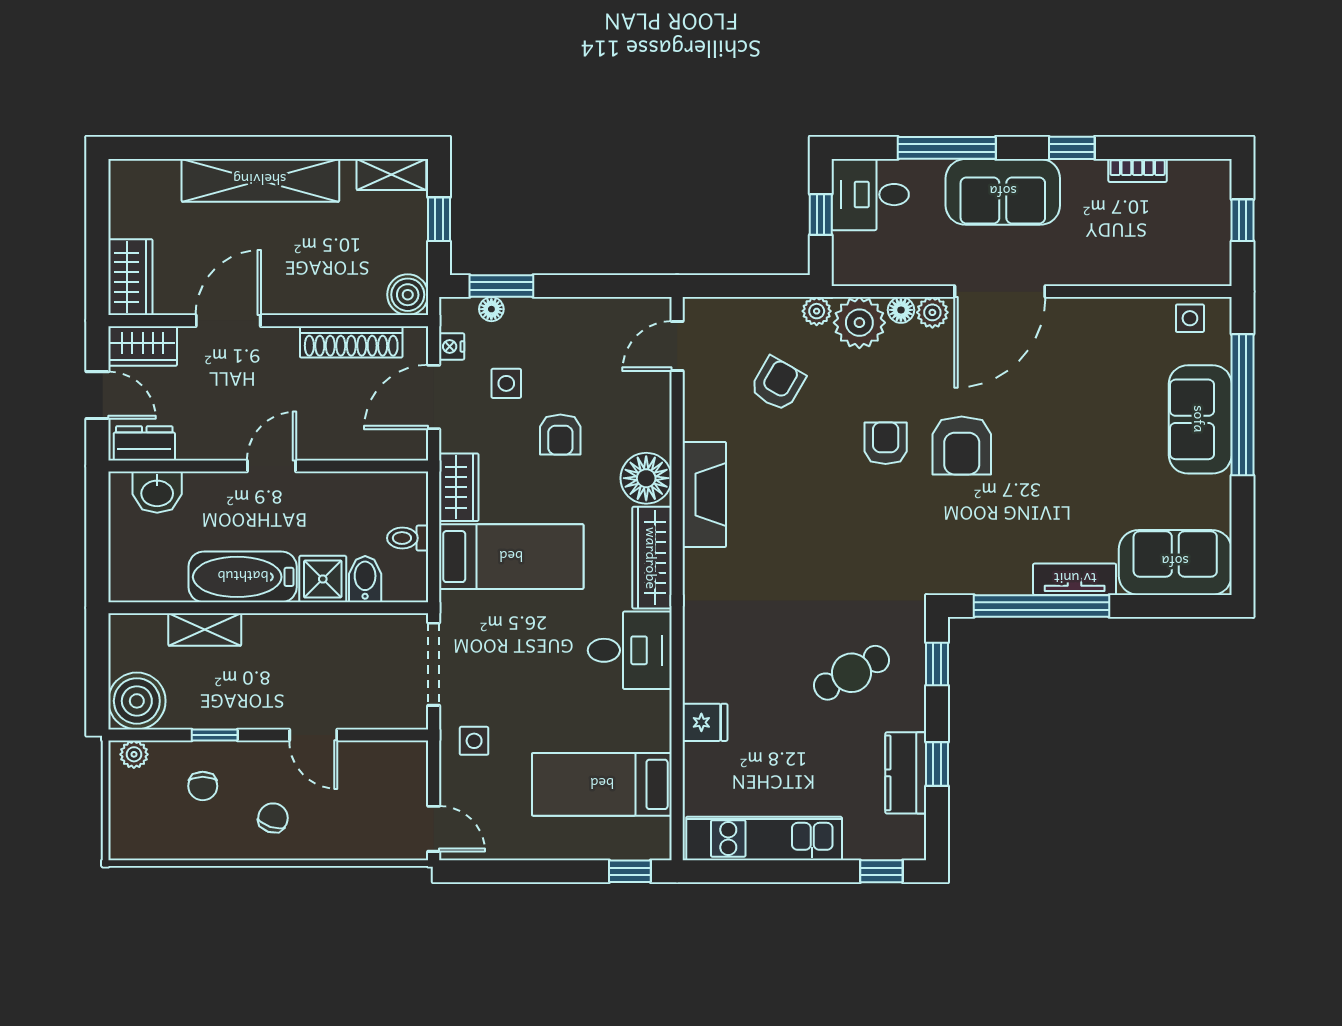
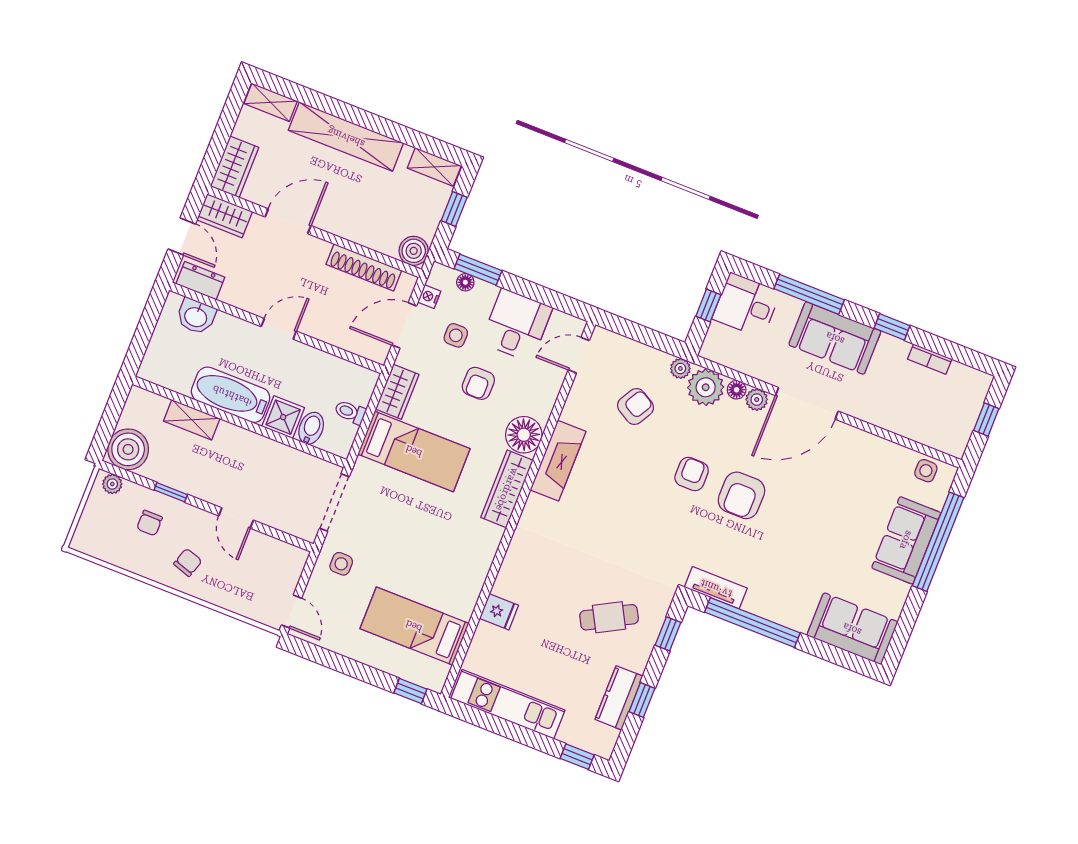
shelving: (144, 174) -> (271, 102), added
tv unit: (1075, 579) -> (716, 588), moved
desk: (630, 650) -> (517, 325), moved, turned -90

